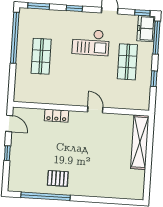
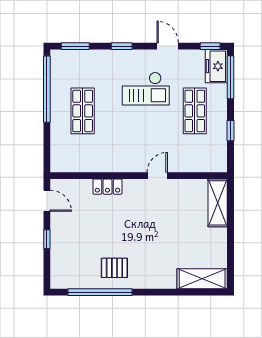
door: (95, 110) -> (157, 176), hinge flipped
shelving: (140, 142) -> (218, 203), width x0.68
shelving: (125, 191) -> (202, 279), added

